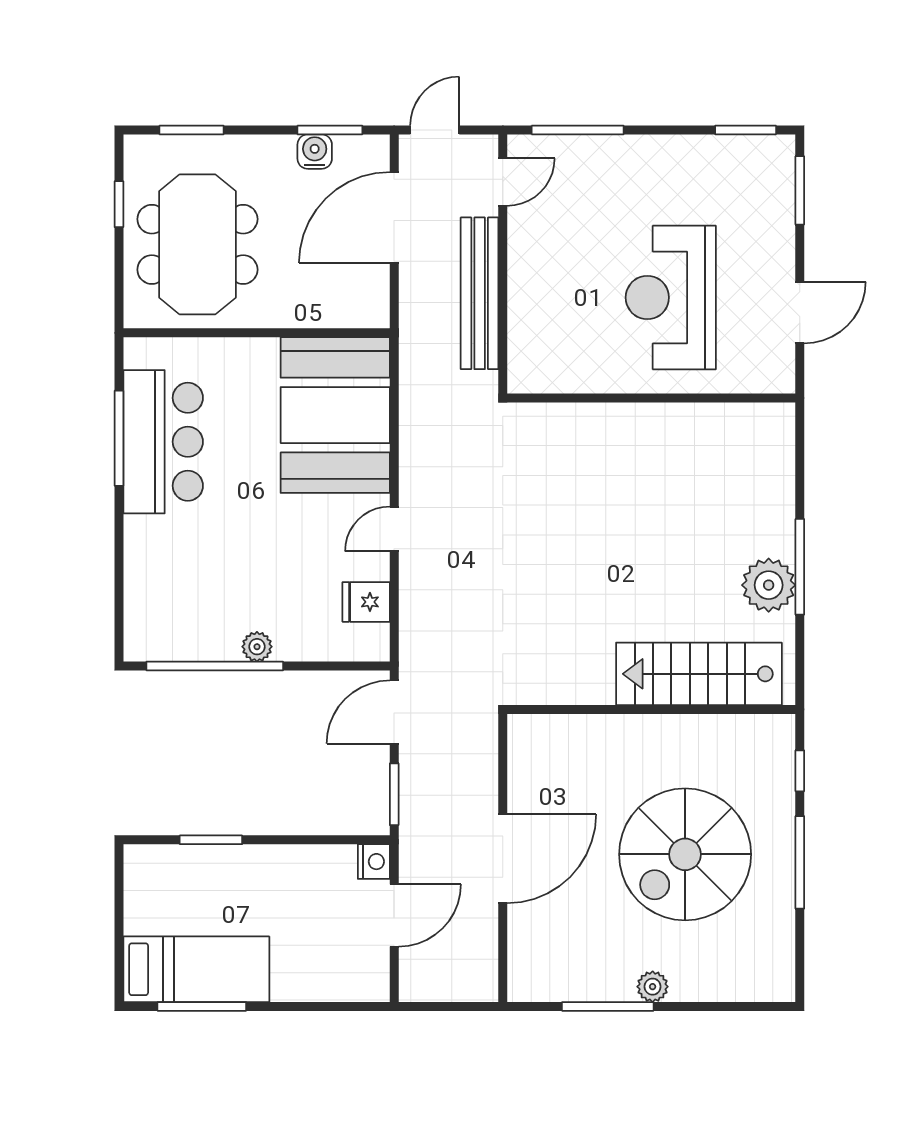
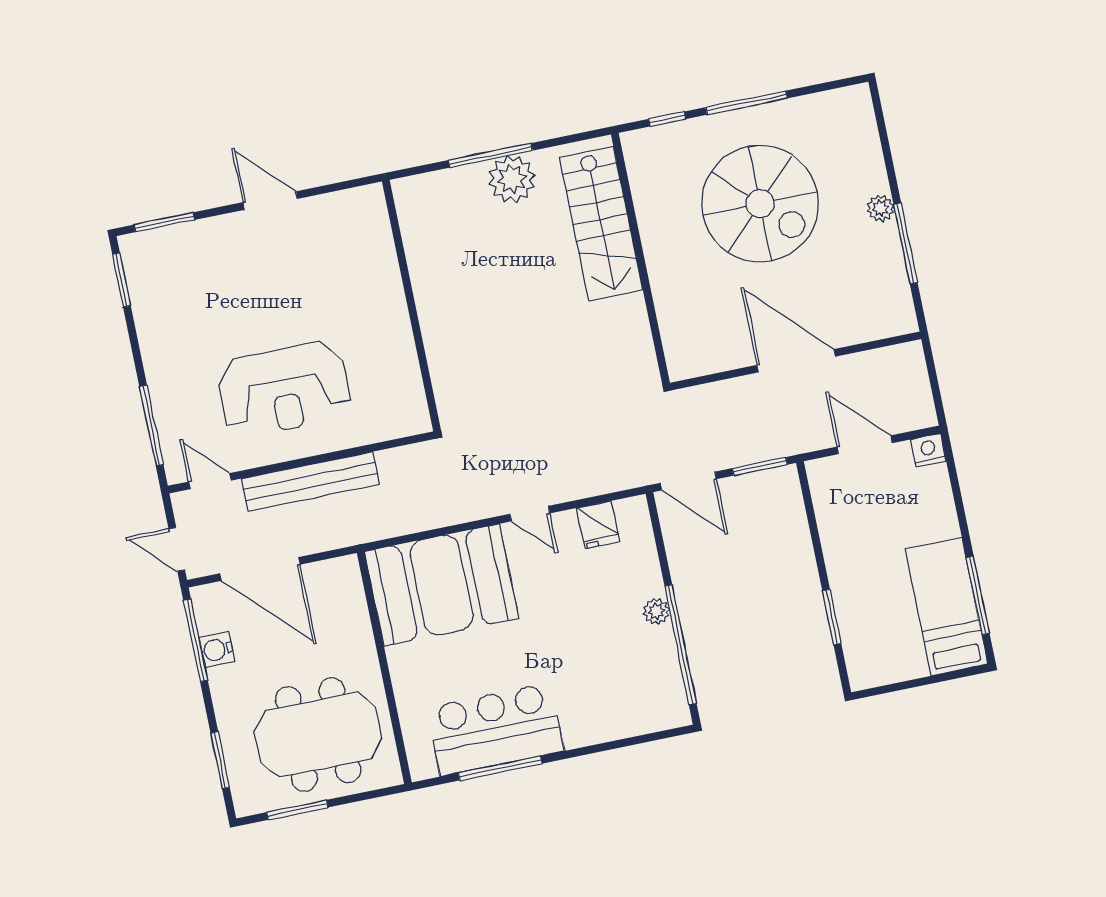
window: (330, 130) -> (195, 640), width x1.44
window: (119, 204) -> (297, 810), width x1.50
reception desk: (671, 297) -> (284, 389), moved
wall: (651, 398) -> (411, 306), moved
nightstand: (374, 862) -> (928, 450), moved

